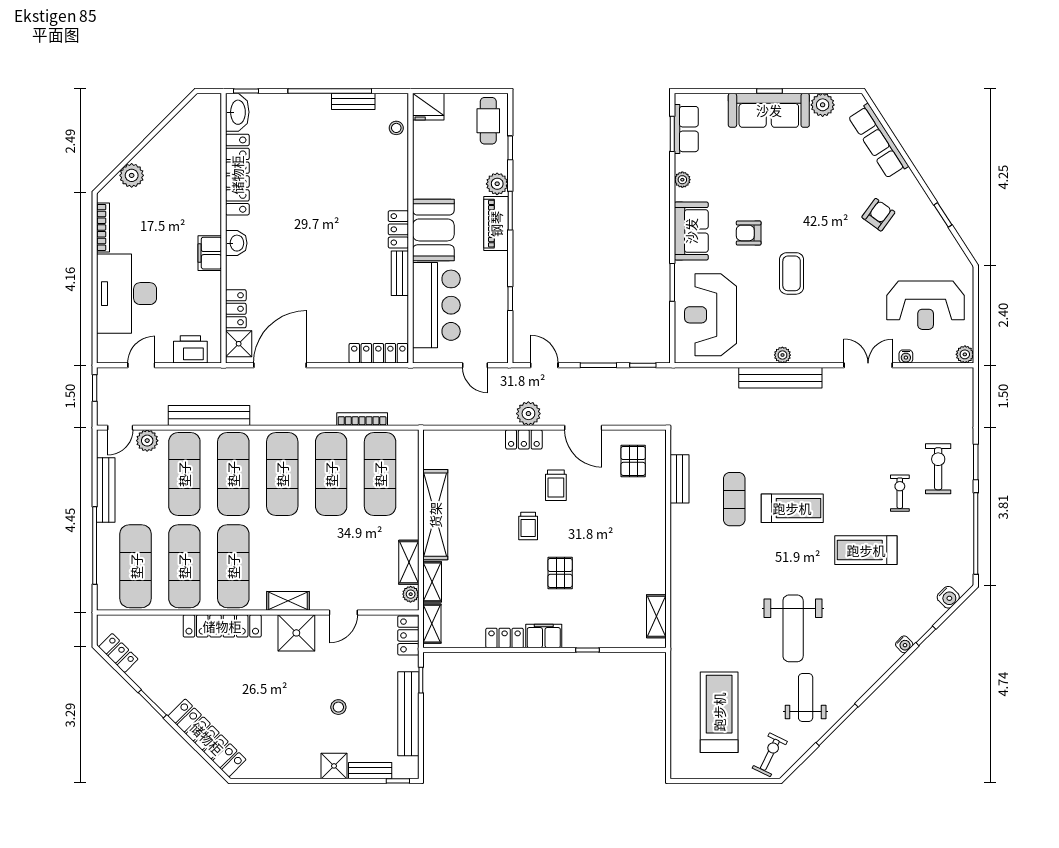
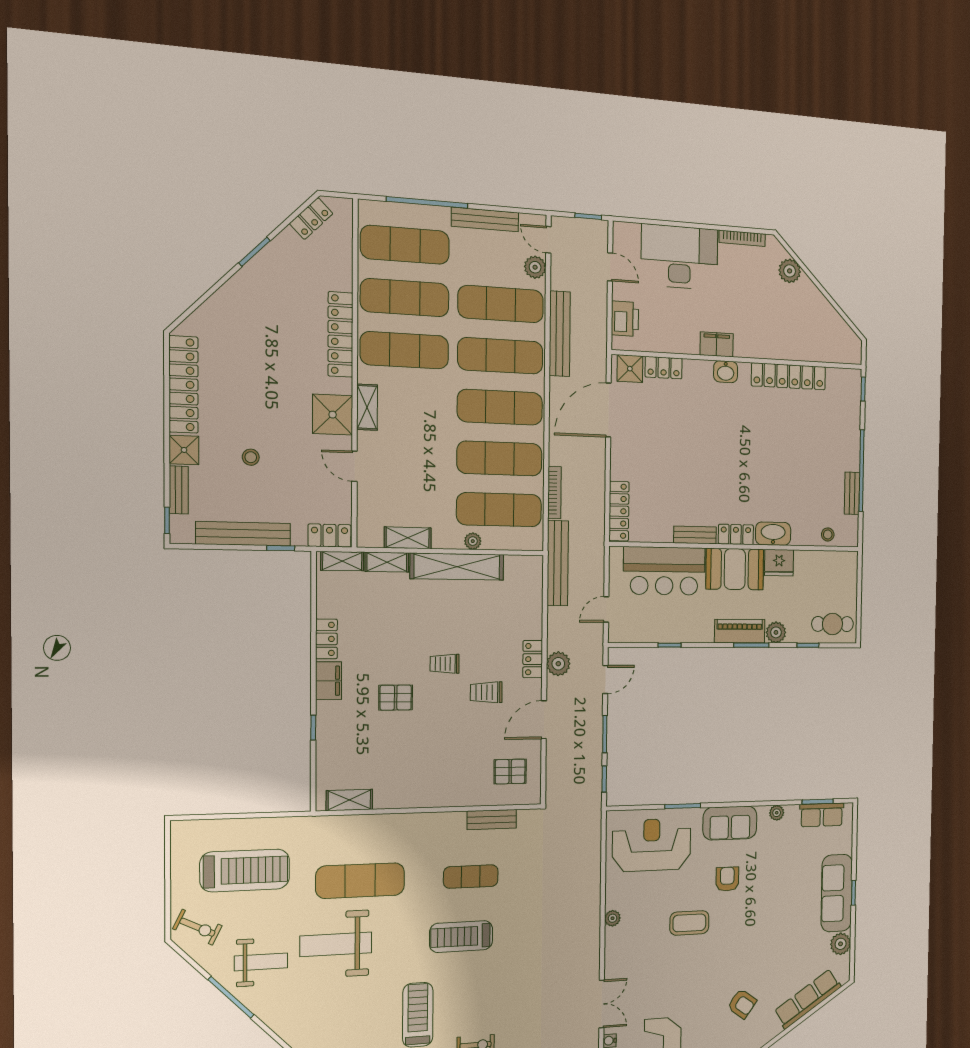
fridge: (428, 107) -> (779, 563), moved, turned -90
washbasin: (237, 112) -> (773, 534), moved, turned 180
door: (280, 365) -> (608, 410), swing flipped
bench: (780, 378) -> (558, 563), moved
treadmill: (792, 508) -> (461, 937), turned 90
plant: (411, 594) -> (473, 541), moved
exercise mat: (733, 606) -> (360, 881), added
locker: (207, 738) -> (183, 385), moved, turned -45

